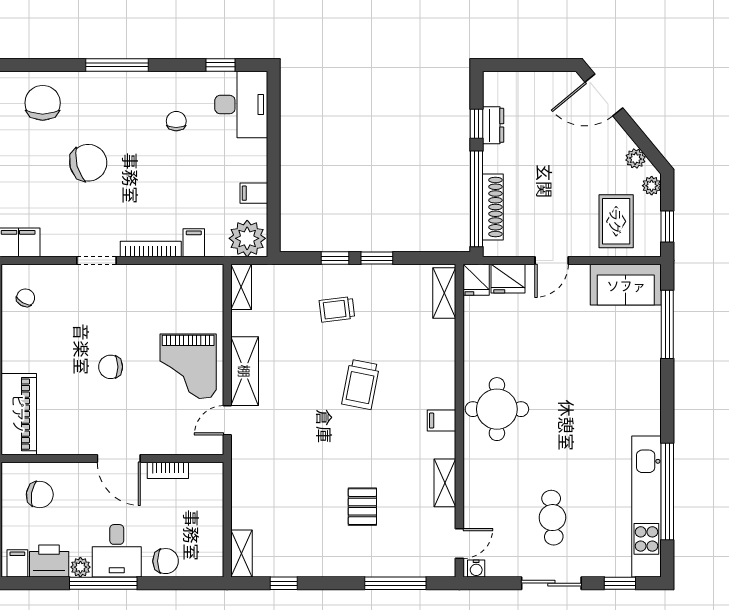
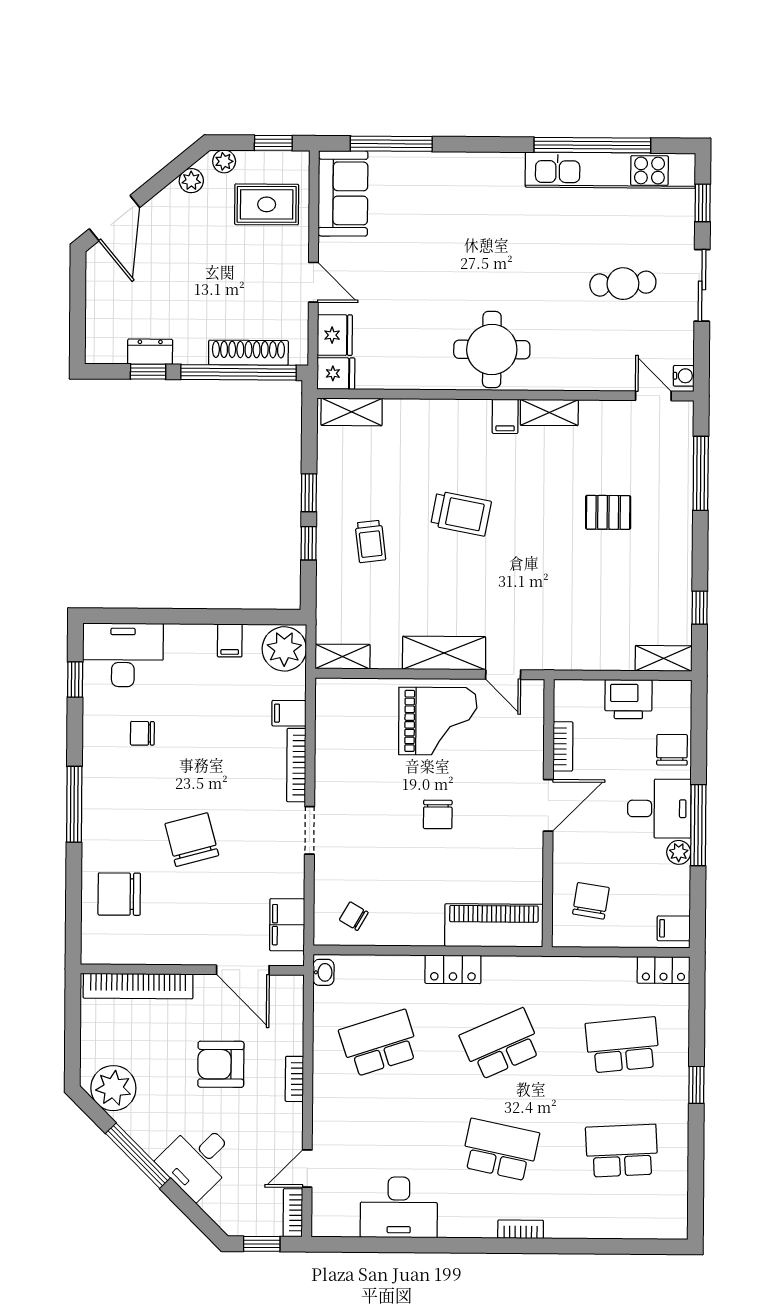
shelving: (445, 483) -> (549, 413), moved
printer: (49, 561) -> (628, 699), moved, turned -90

